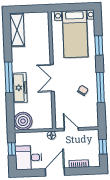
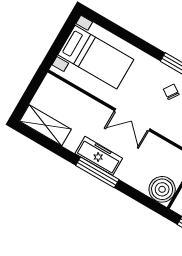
window: (99, 45) -> (128, 37), removed
freezer: (20, 88) -> (99, 156), moved

